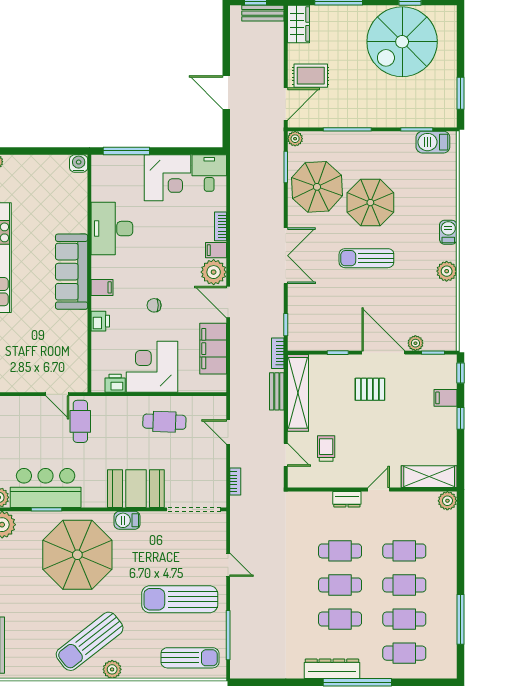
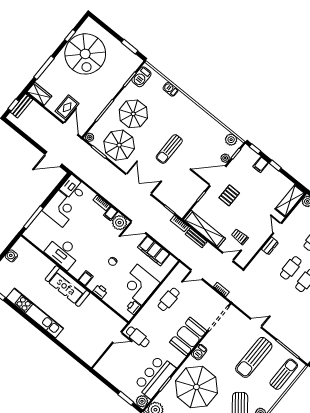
door: (226, 92) -> (53, 159), moved
water cooler: (79, 163) -> (11, 256), moved
parasol: (370, 203) -> (133, 114), moved
barbecue: (448, 232) -> (171, 89), moved
plant: (447, 271) -> (231, 140), moved

